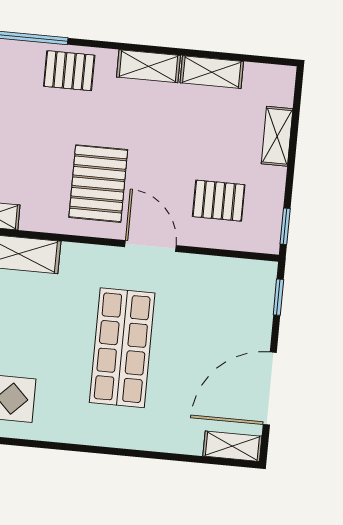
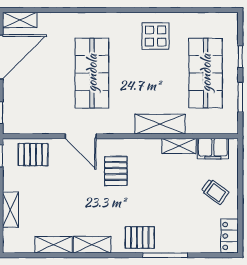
pallet: (98, 184) -> (116, 171), width x0.67, depth x0.71
pallet: (219, 201) -> (33, 155), moved

